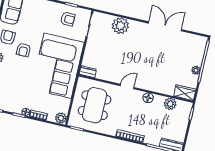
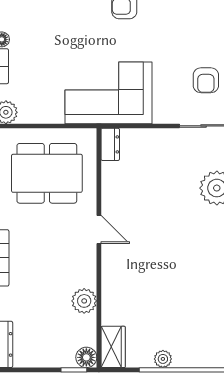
corner sofa: (58, 66) -> (108, 93), width x0.73, depth x0.74
floor lamp: (148, 98) -> (86, 357), moved
plant: (170, 104) -> (84, 301), moved

